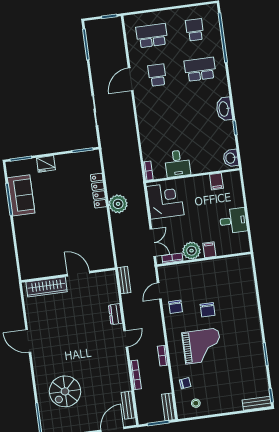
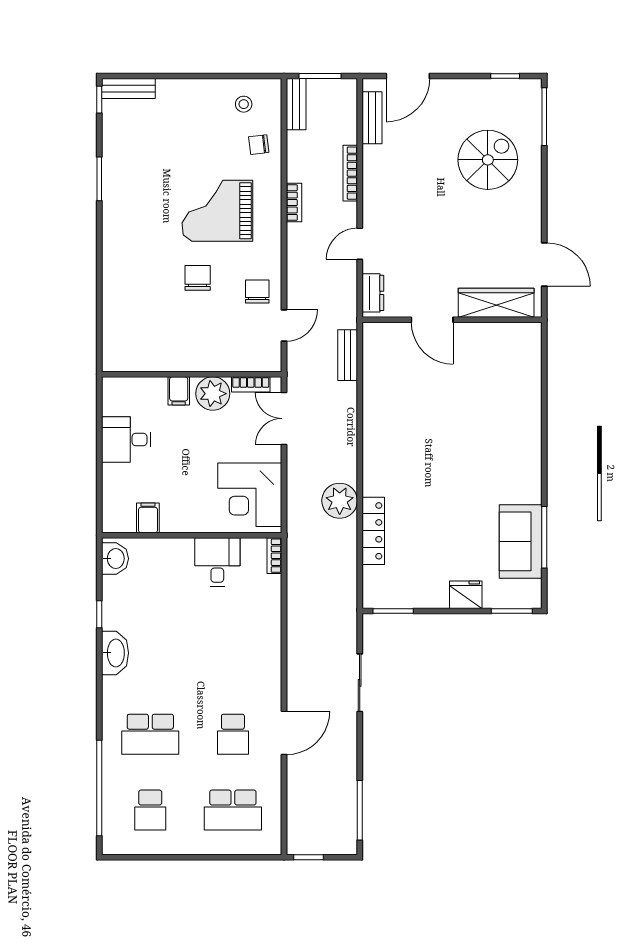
door: (79, 274) -> (432, 320), moved
wall: (68, 275) -> (452, 320), moved
wardrobe: (47, 287) -> (496, 303), moved

